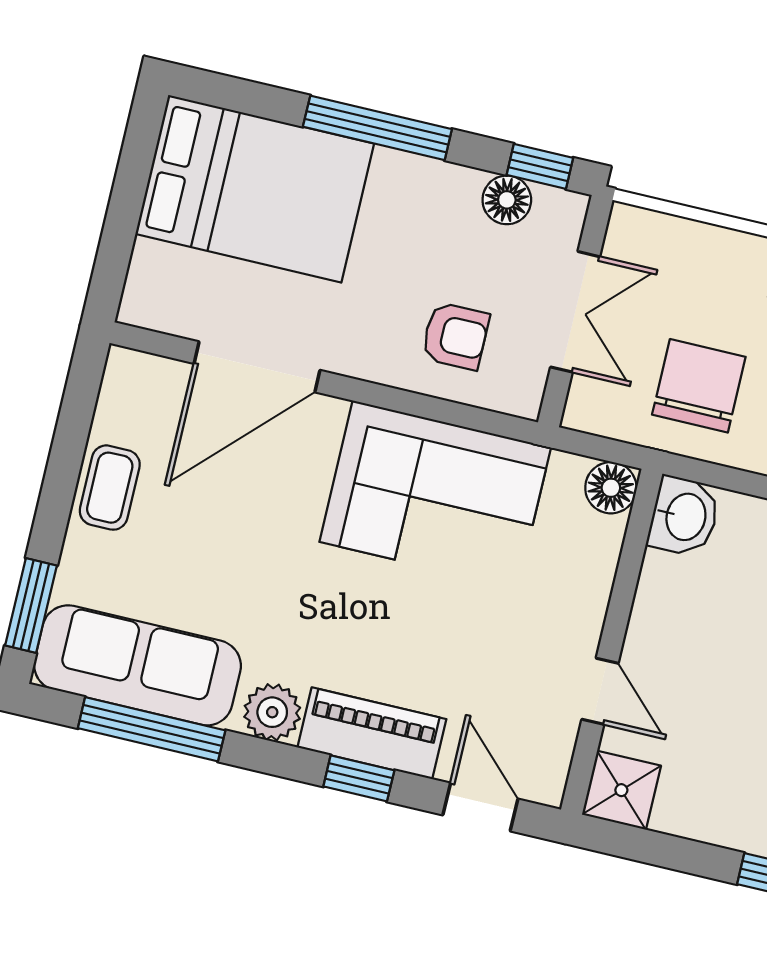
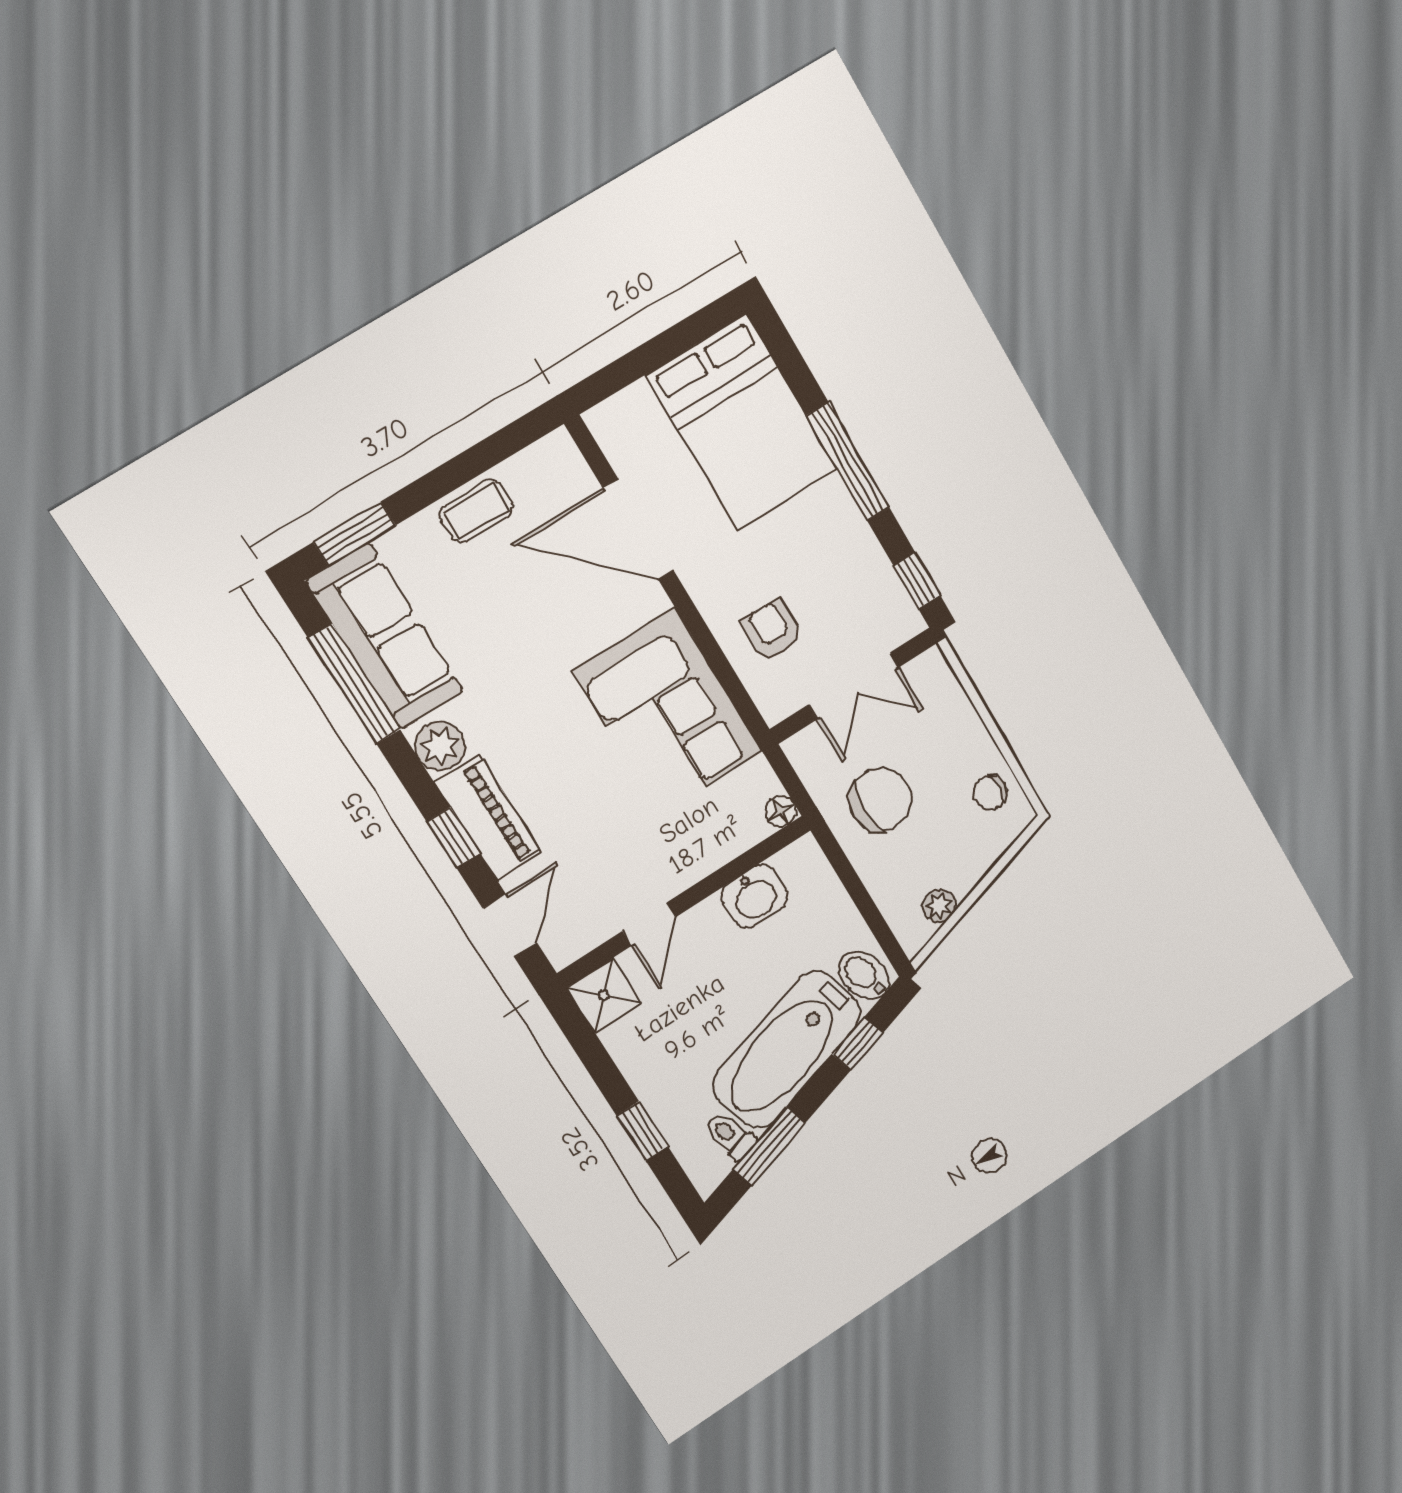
floor lamp: (507, 200) -> (879, 581), removed
armchair: (455, 336) -> (772, 630), turned 180
floor lamp: (611, 488) -> (781, 811), width x0.73, depth x0.73
washbasin: (684, 516) -> (754, 896), moved

